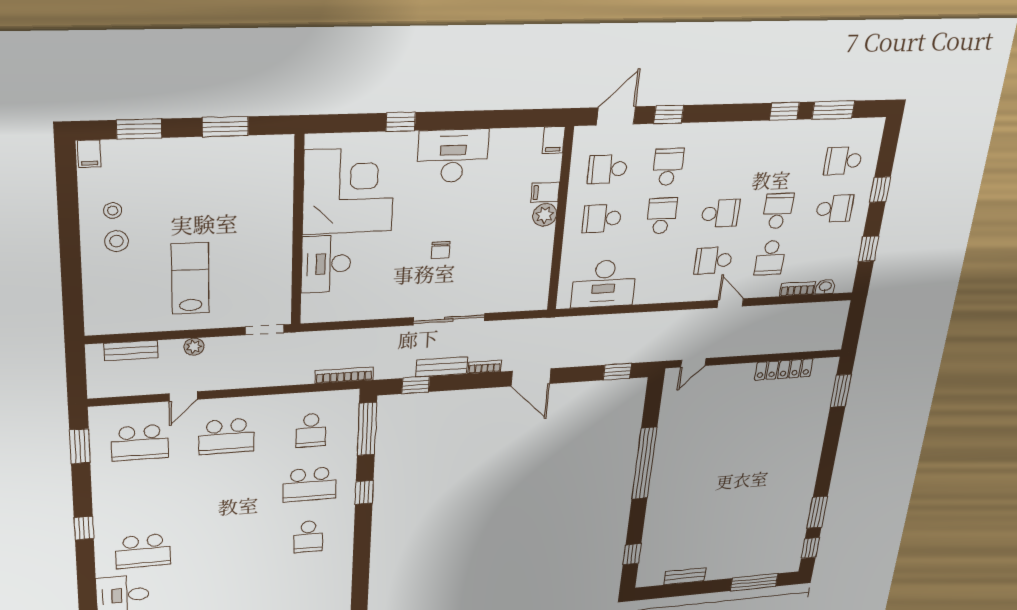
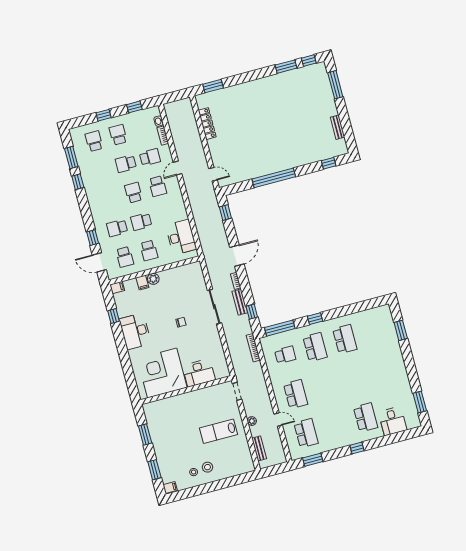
window: (401, 122) -> (113, 316), moved
school desk: (843, 161) -> (94, 141), turned 180
school desk: (308, 537) -> (345, 339), width x1.85

